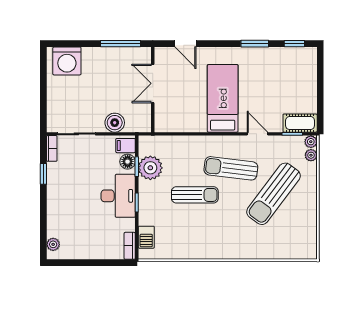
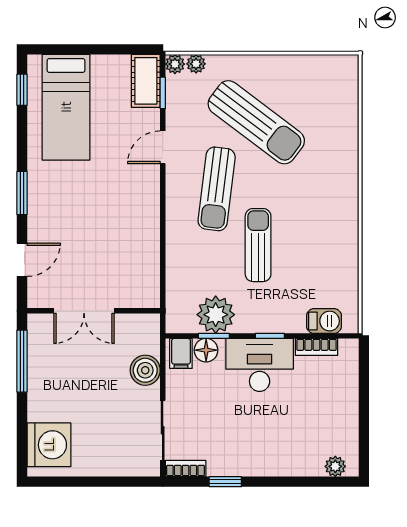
window: (255, 44) -> (22, 193), moved
bed: (223, 98) -> (66, 107), moved, turned -90
bookcase: (130, 246) -> (317, 347), moved

